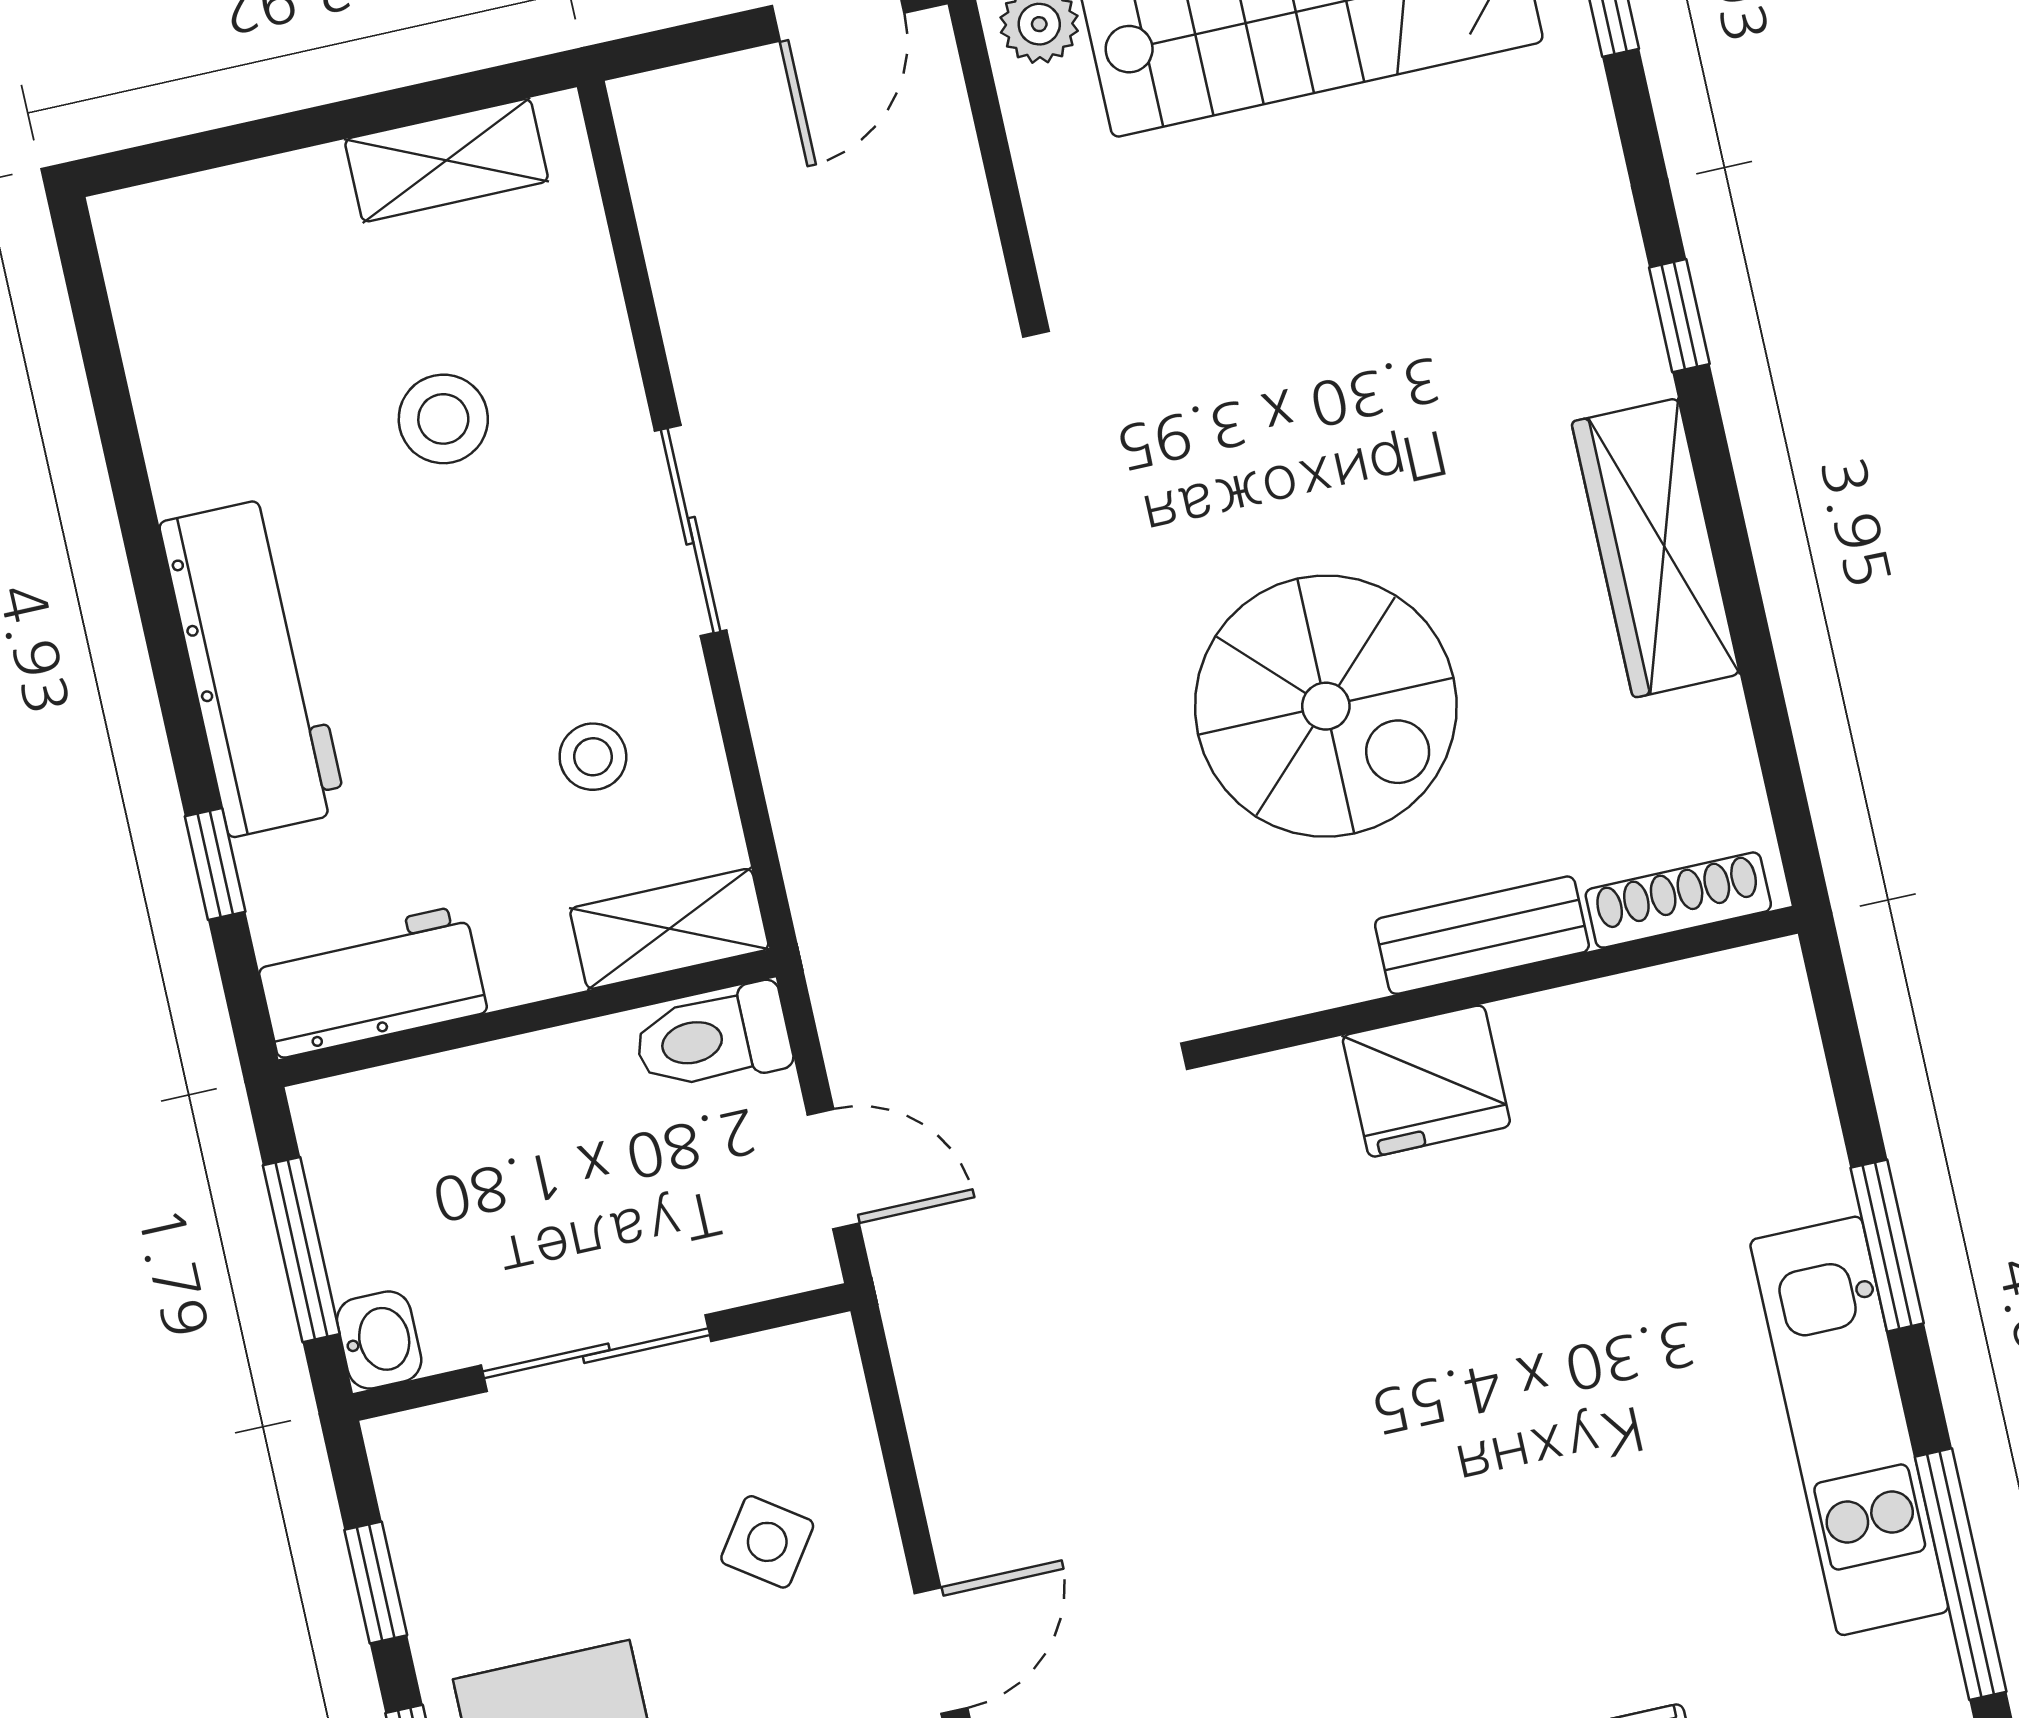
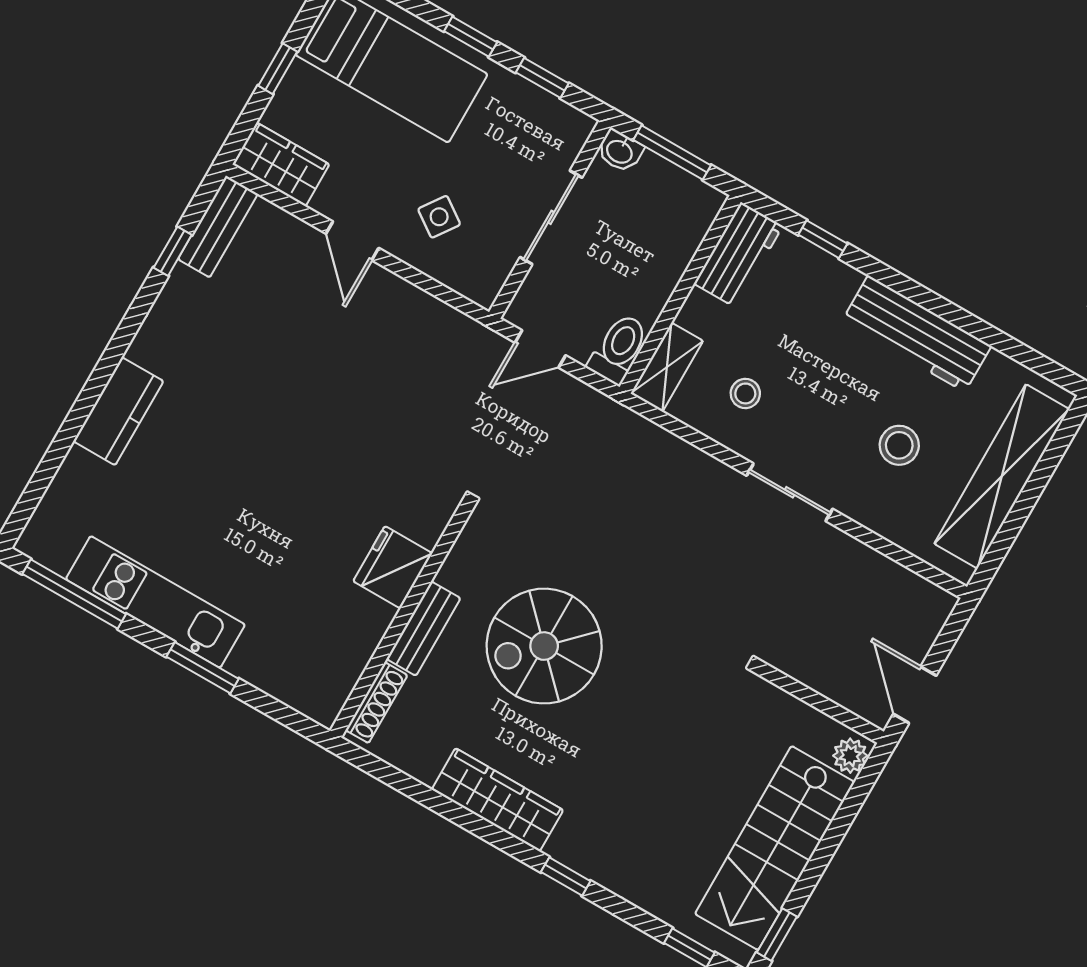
shelving: (447, 160) -> (1002, 476), width x2.20, depth x1.33
workbench: (253, 667) -> (917, 334), moved

